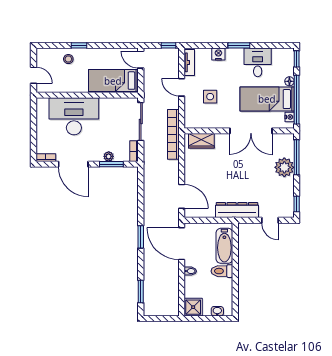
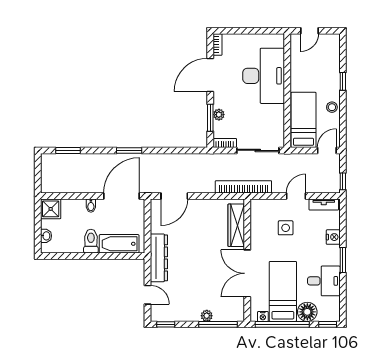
stool: (68, 59) -> (332, 107), moved
floor lamp: (289, 81) -> (307, 312), width x1.89, depth x1.89
wardrobe: (201, 141) -> (236, 225), width x1.50
plant: (284, 167) -> (207, 316), width x0.53, depth x0.53
door: (270, 220) -> (148, 295), swing flipped

